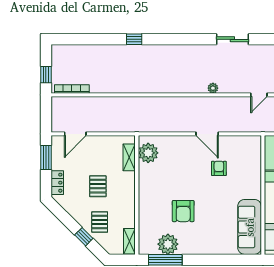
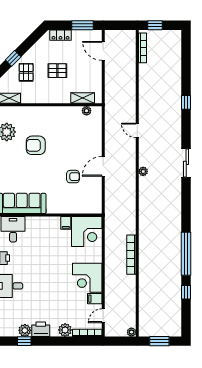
sliding door: (232, 39) -> (186, 163), moved
door: (259, 95) -> (137, 130), moved
plant: (148, 153) -> (87, 111), width x0.53, depth x0.53
pallet: (100, 222) -> (26, 72), turned 90

